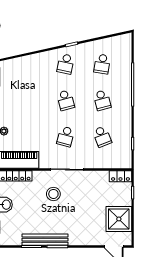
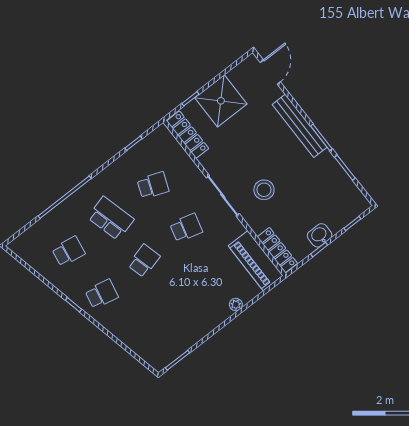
school desk: (102, 100) -> (111, 218), width x1.85
school desk: (102, 137) -> (153, 185), turned 42
locker: (120, 176) -> (188, 135), width x1.53
shower: (119, 219) -> (221, 101), moved
bench: (45, 240) -> (300, 126), moved

